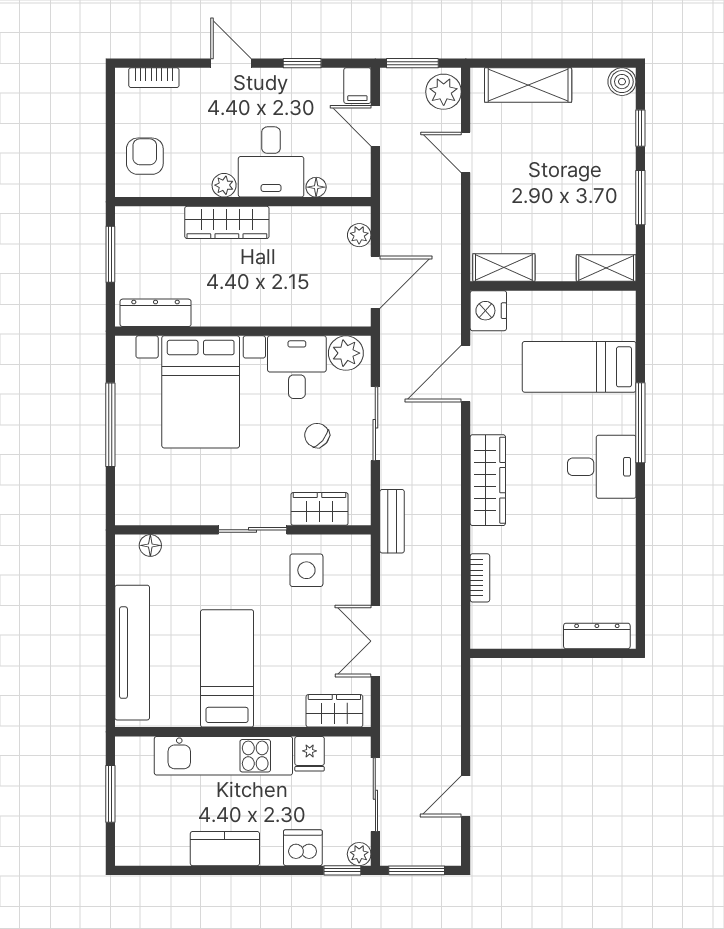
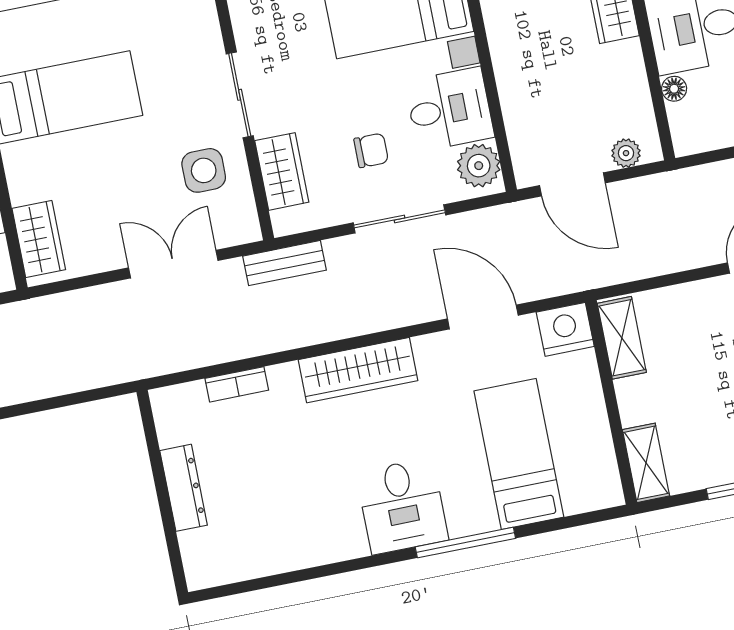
chair: (317, 435) -> (371, 150), turned 50
dresser: (597, 636) -> (184, 488), moved
double door: (375, 641) -> (173, 264), moved

